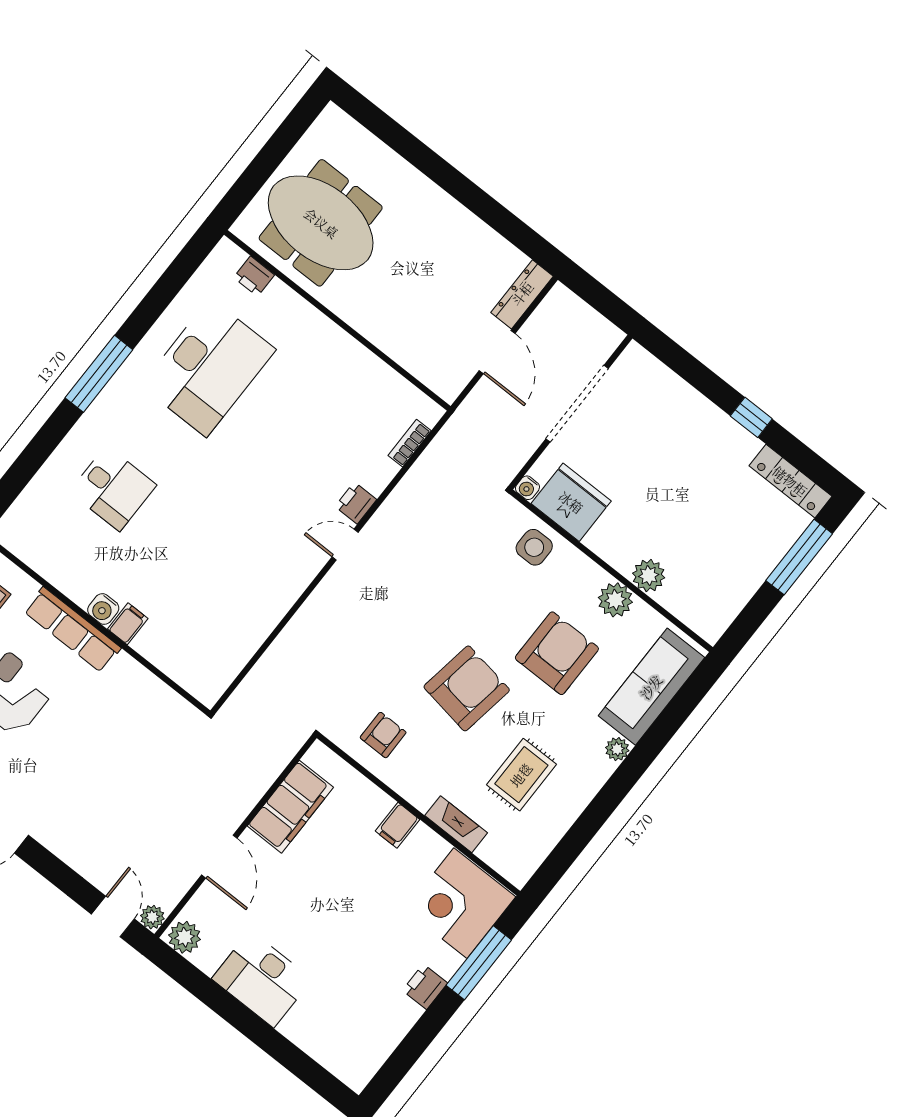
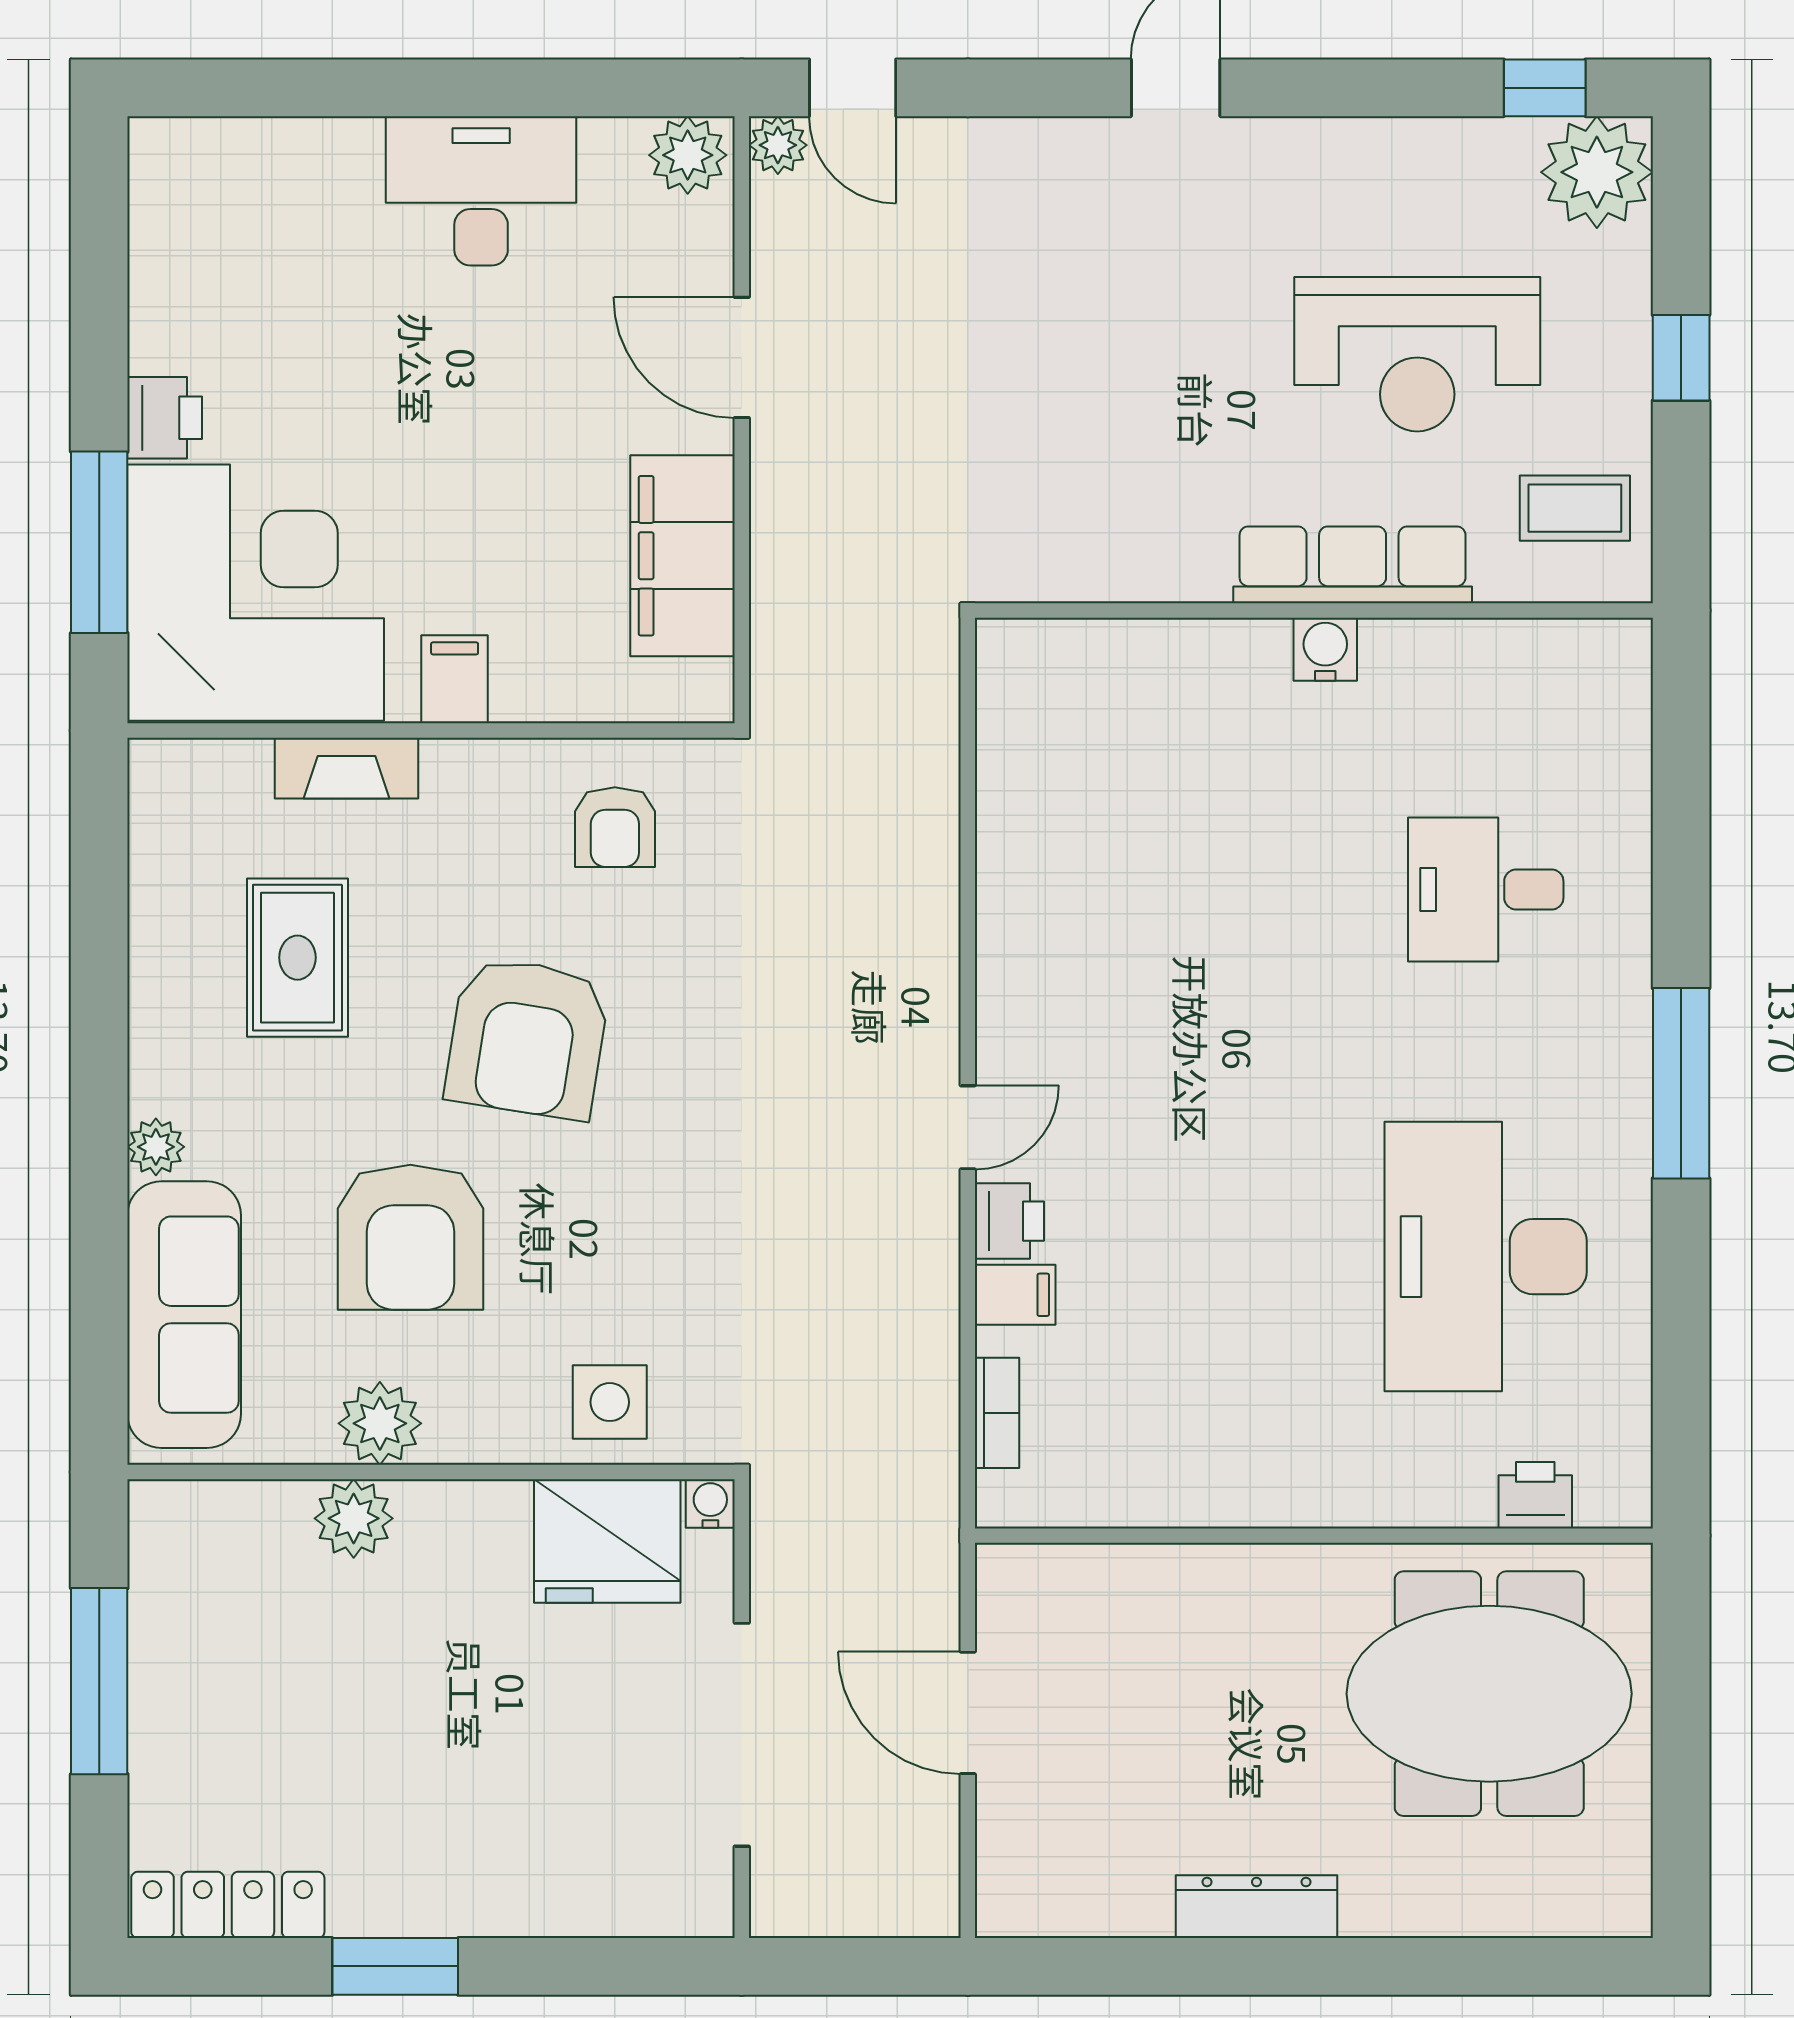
dresser: (522, 294) -> (1256, 1907), moved, turned -90
window: (751, 417) -> (395, 1966), width x1.50
window: (799, 557) -> (99, 1681), moved
filing cabinet: (128, 624) -> (1015, 1295), moved, turned -90
corner desk: (460, 903) -> (256, 593), width x1.36, depth x1.36

